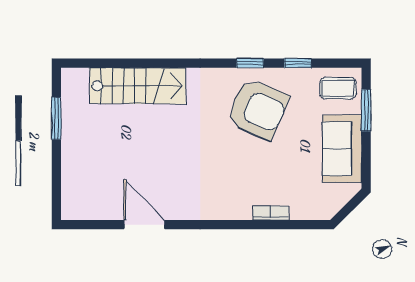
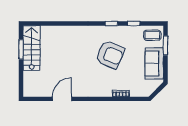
stairs: (138, 86) -> (32, 48), moved, turned -90
armchair: (258, 109) -> (110, 55), moved
door: (144, 225) -> (62, 99), hinge flipped

